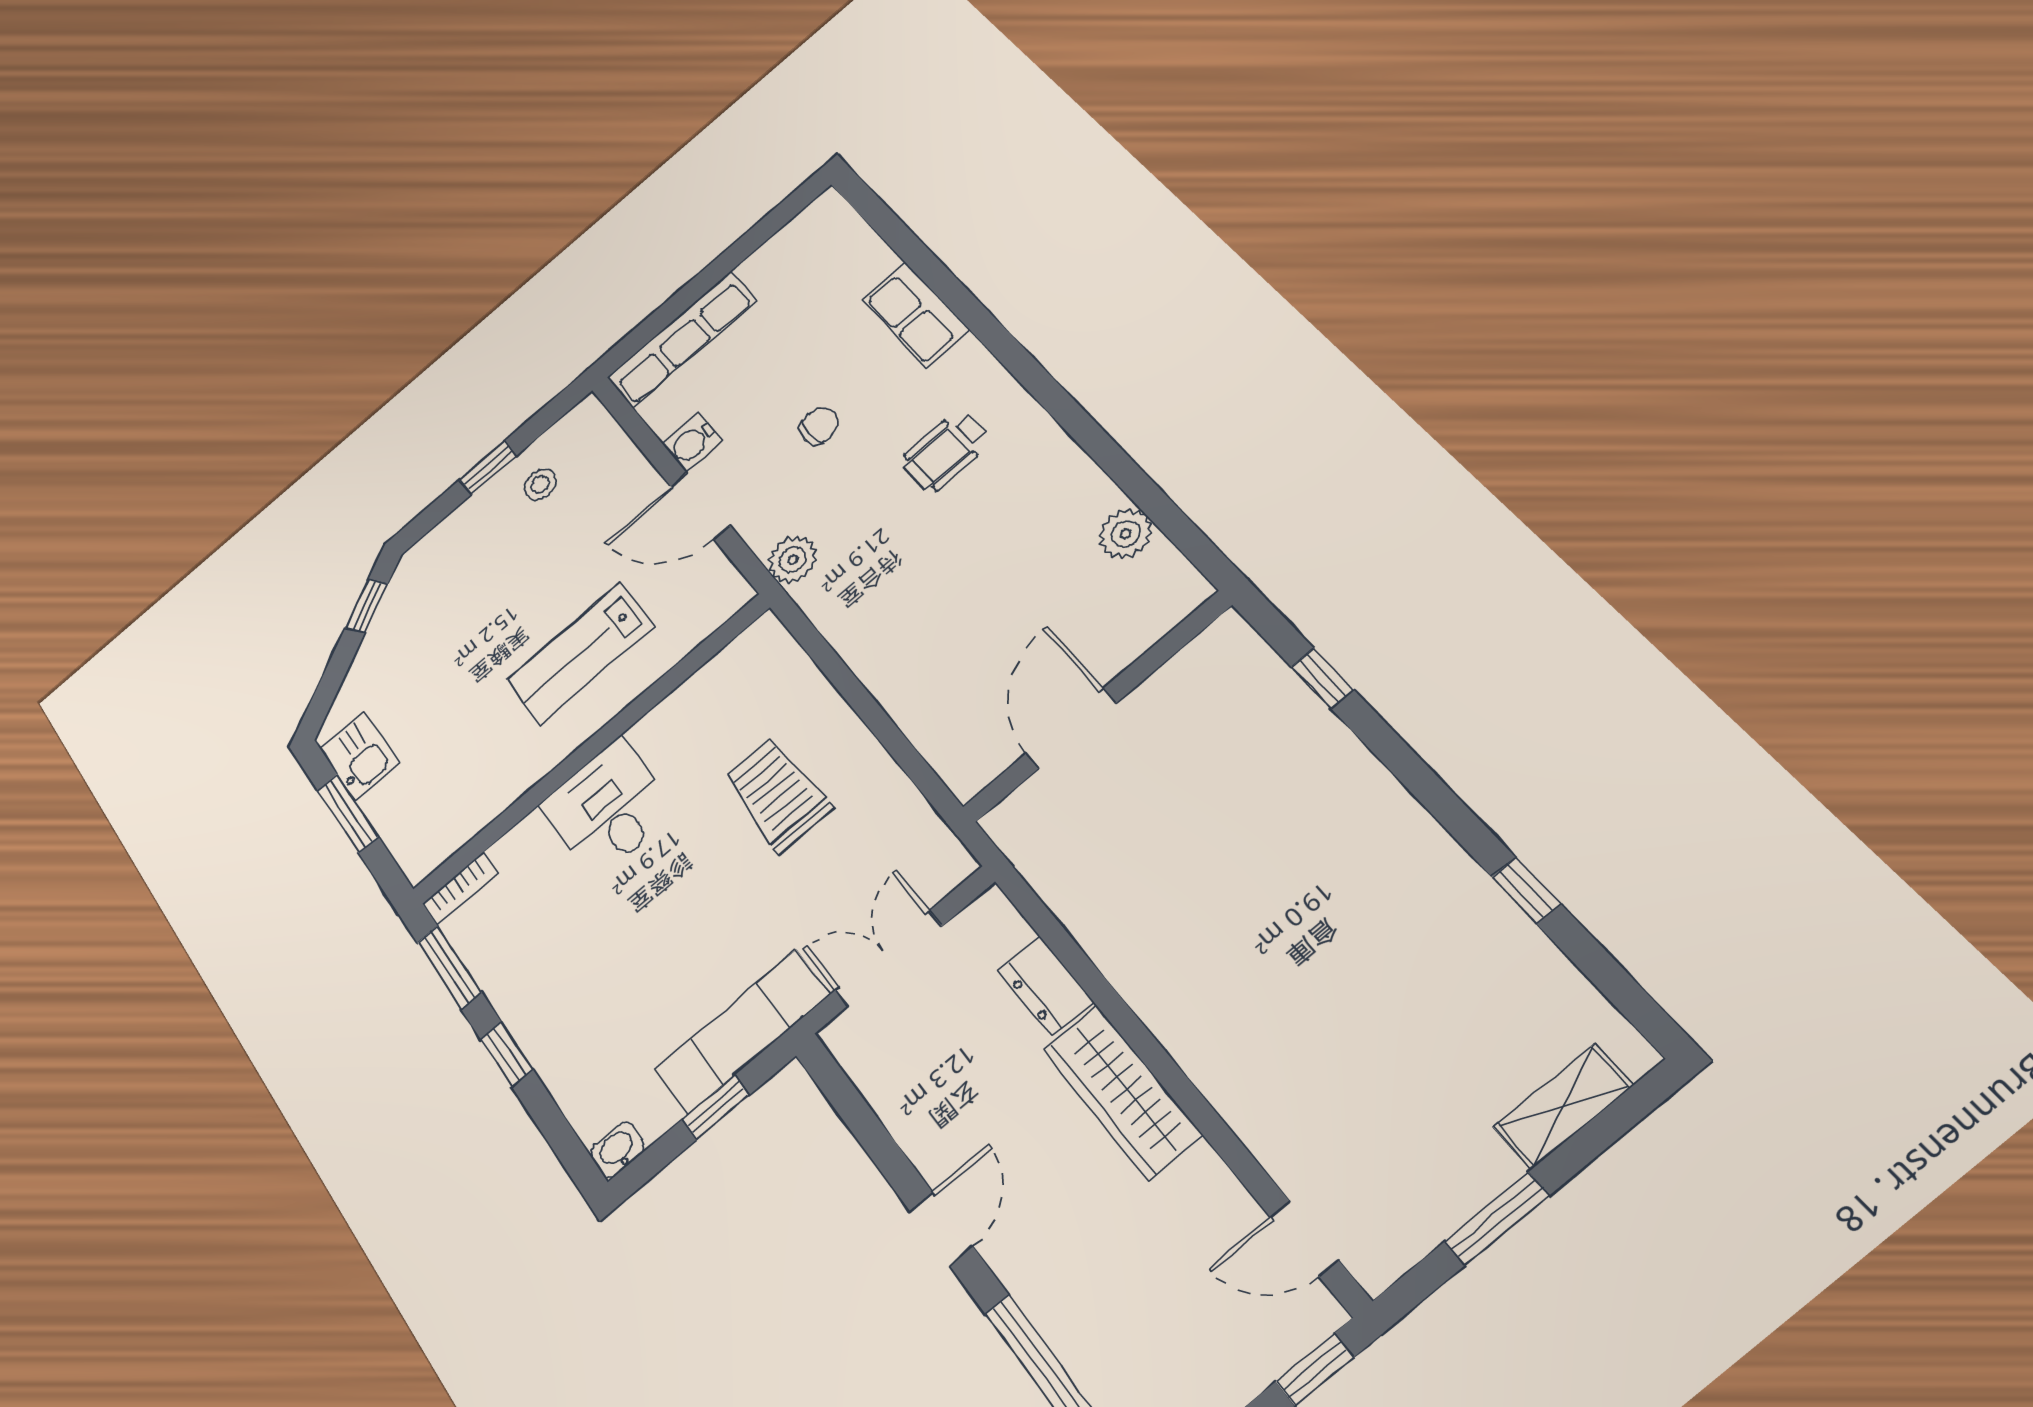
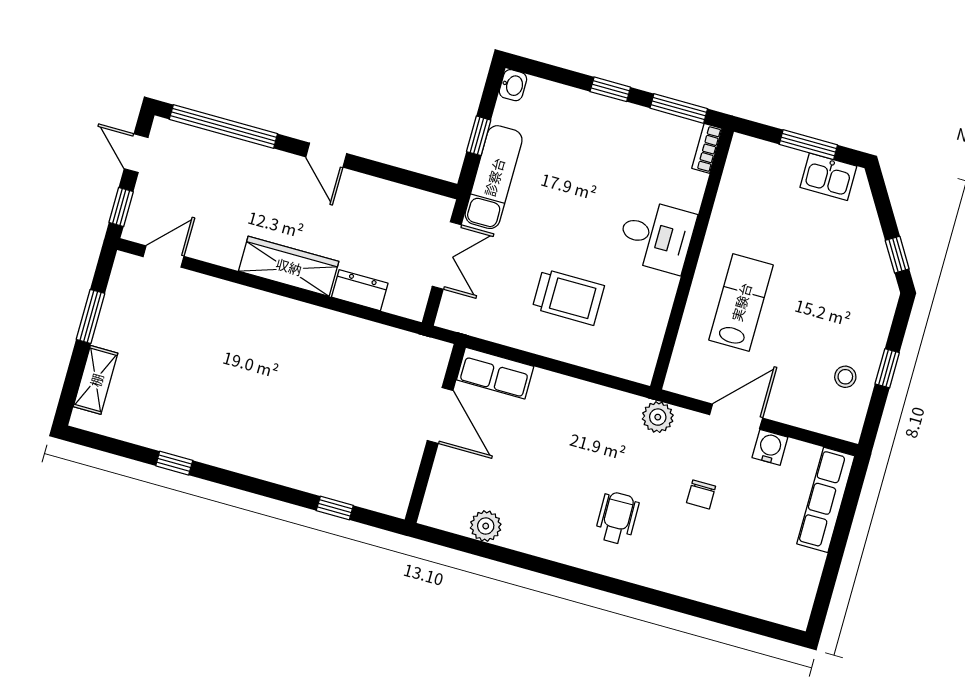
row of seats: (916, 314) -> (495, 373), moved, turned 180

